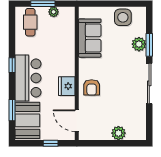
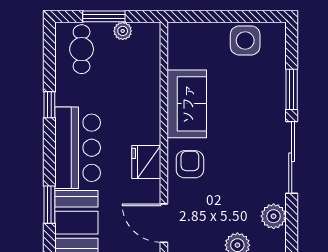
sofa: (90, 38) -> (187, 104), moved
plant: (139, 44) -> (274, 216), moved
window: (12, 65) -> (49, 105), moved
armchair: (92, 87) -> (190, 164), turned 180

